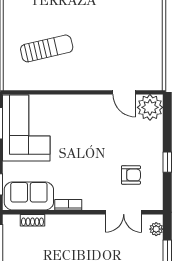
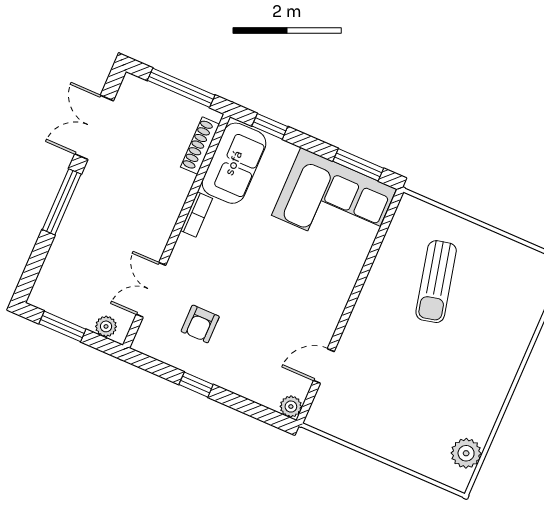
plant: (150, 107) -> (291, 407), width x0.53, depth x0.53
shoe rack: (32, 220) -> (200, 146), width x1.43

